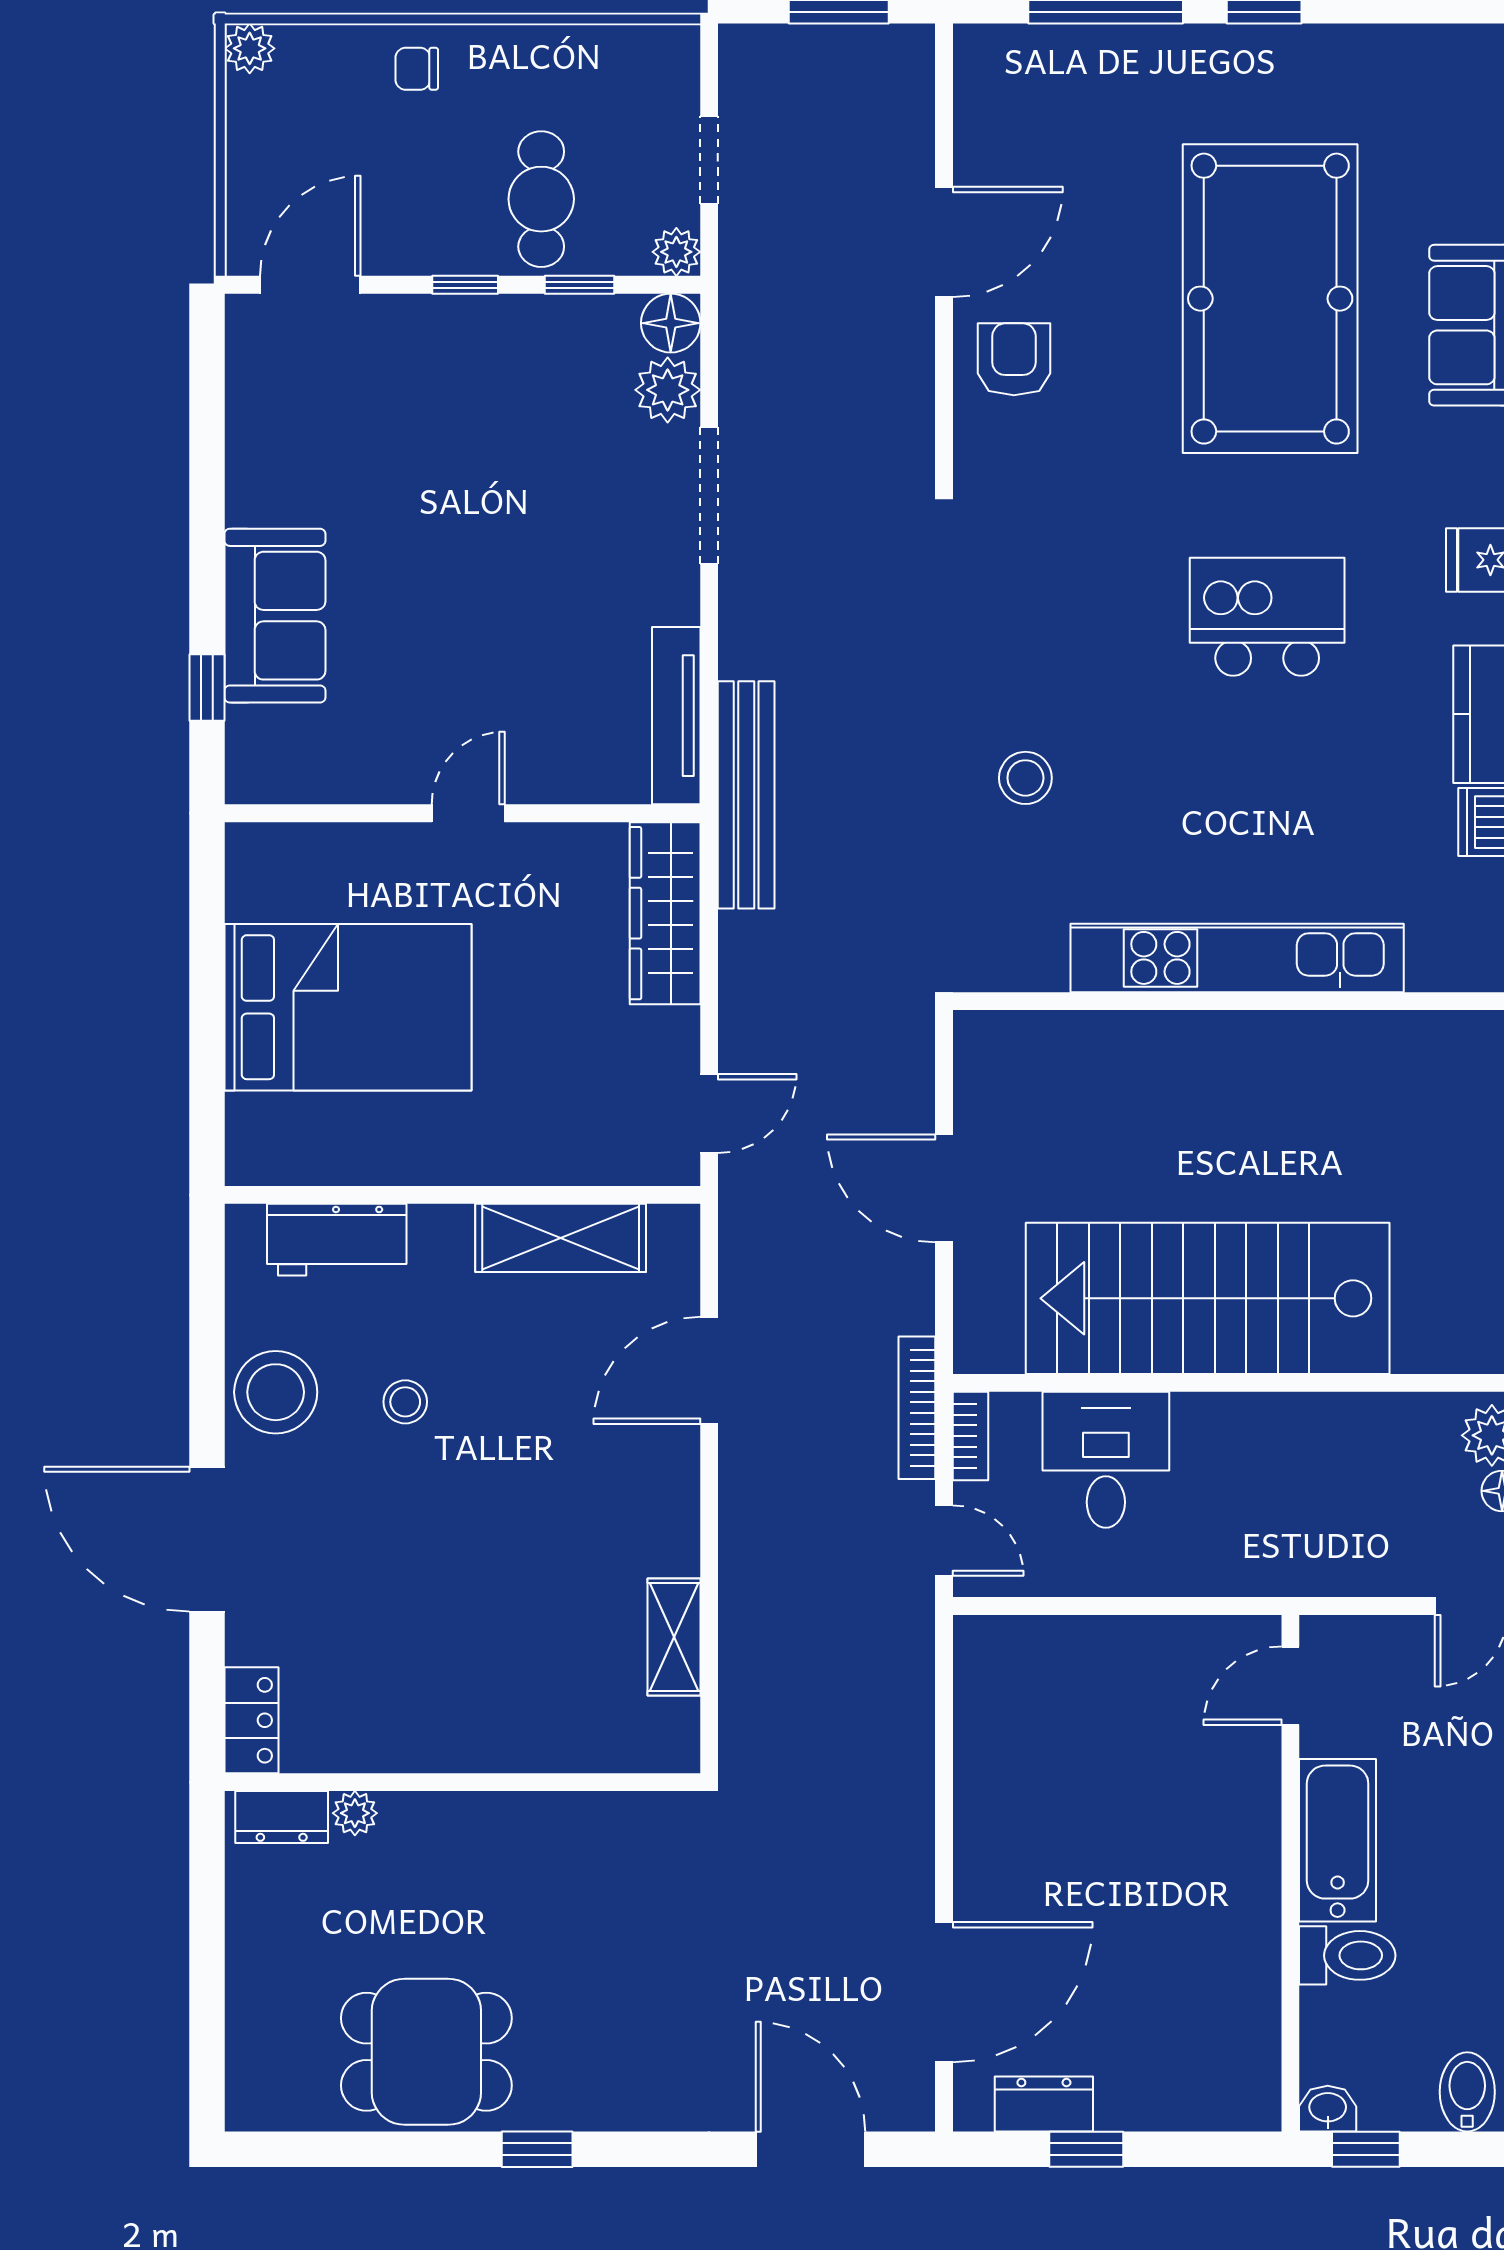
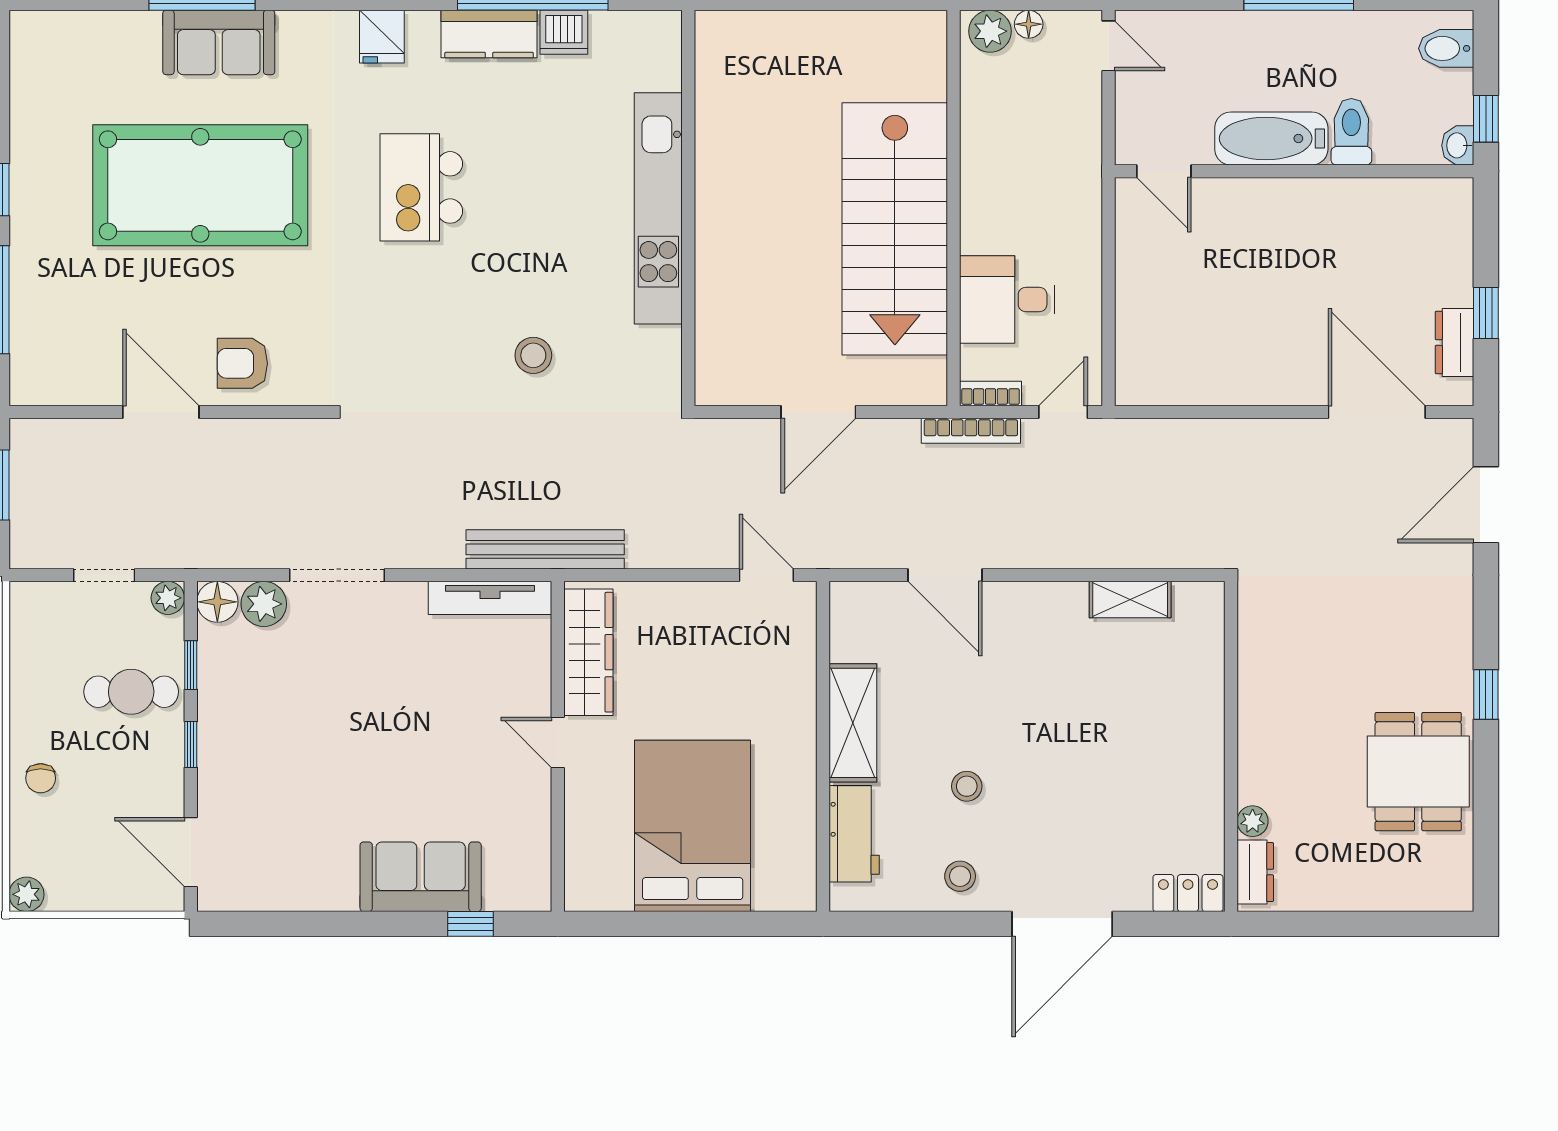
wardrobe: (665, 913) -> (588, 652), moved, turned -90
shelving: (561, 1238) -> (853, 723), moved
stool: (276, 1392) -> (960, 876), width x0.53, depth x0.53

